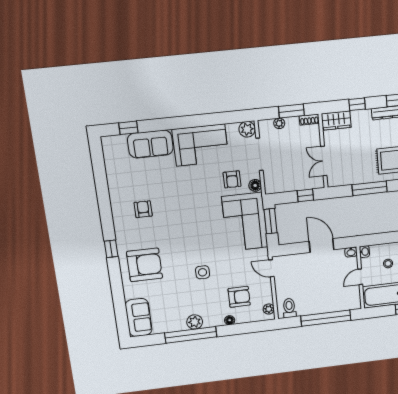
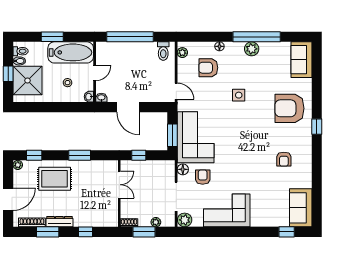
wardrobe: (336, 120) -> (105, 219), removed
sofa: (150, 144) -> (301, 208), moved, turned -90
window: (370, 188) -> (80, 155), width x0.69

